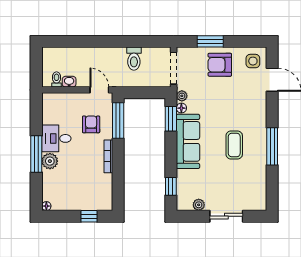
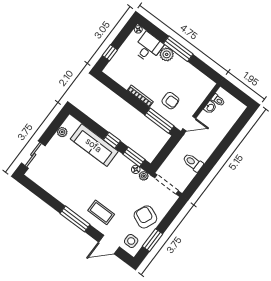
window: (210, 41) -> (153, 240), moved
armchair: (220, 65) -> (145, 217), turned -67
desk: (56, 138) -> (148, 47), moved
sofa: (188, 141) -> (94, 145), moved
coffee table: (234, 145) -> (101, 212), moved
window: (272, 146) -> (75, 219), moved
window: (171, 186) -> (112, 140), moved
sliding door: (226, 216) -> (33, 155), moved

